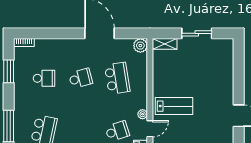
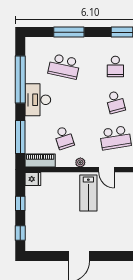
door: (150, 129) -> (106, 170), moved

